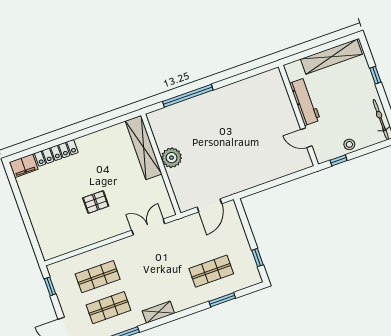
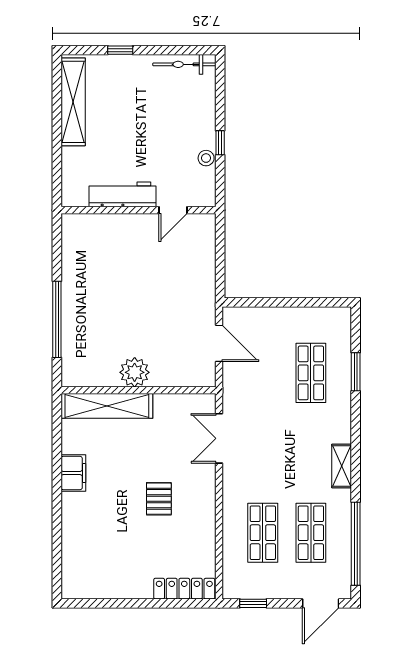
workbench: (305, 102) -> (123, 194), moved
wall: (298, 116) -> (139, 210), moved
door: (306, 138) -> (173, 210), moved
stool: (349, 144) -> (206, 158), moved
locker: (56, 153) -> (184, 589), moved, turned -90
filing cabinet: (24, 166) -> (73, 473), moved
window: (257, 258) -> (315, 302), removed

